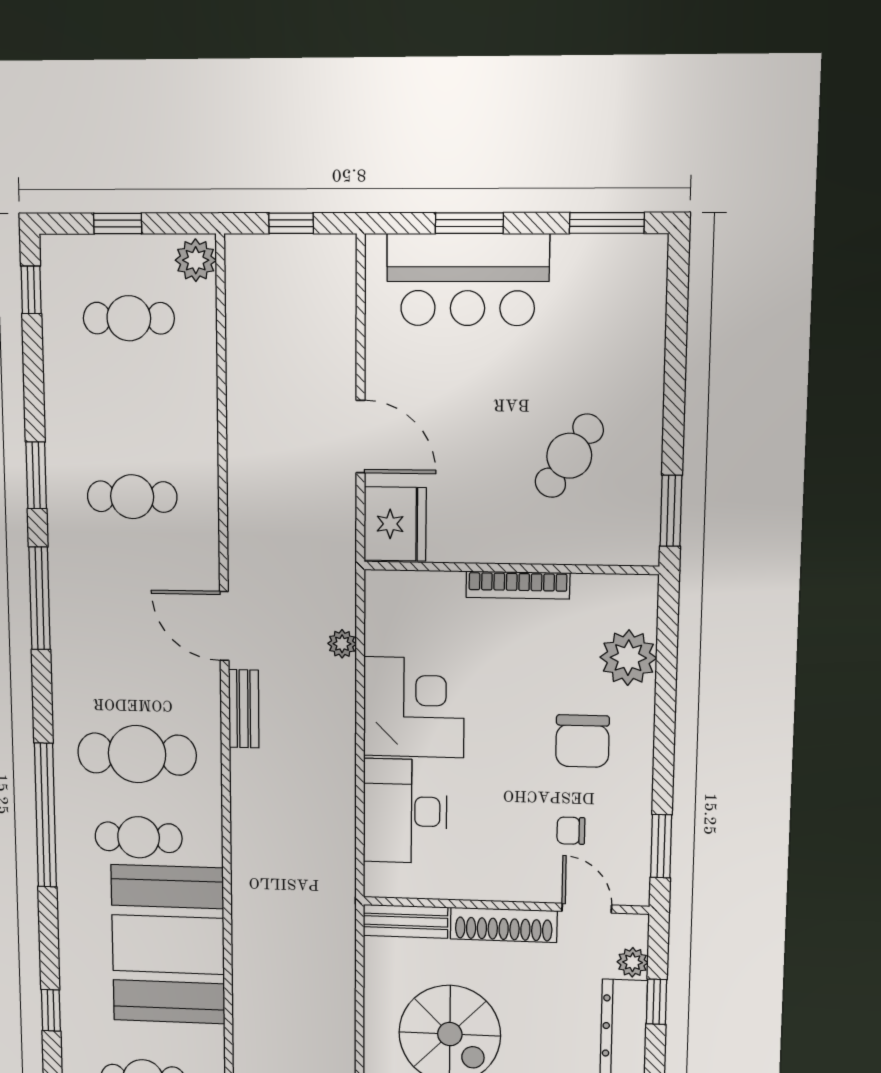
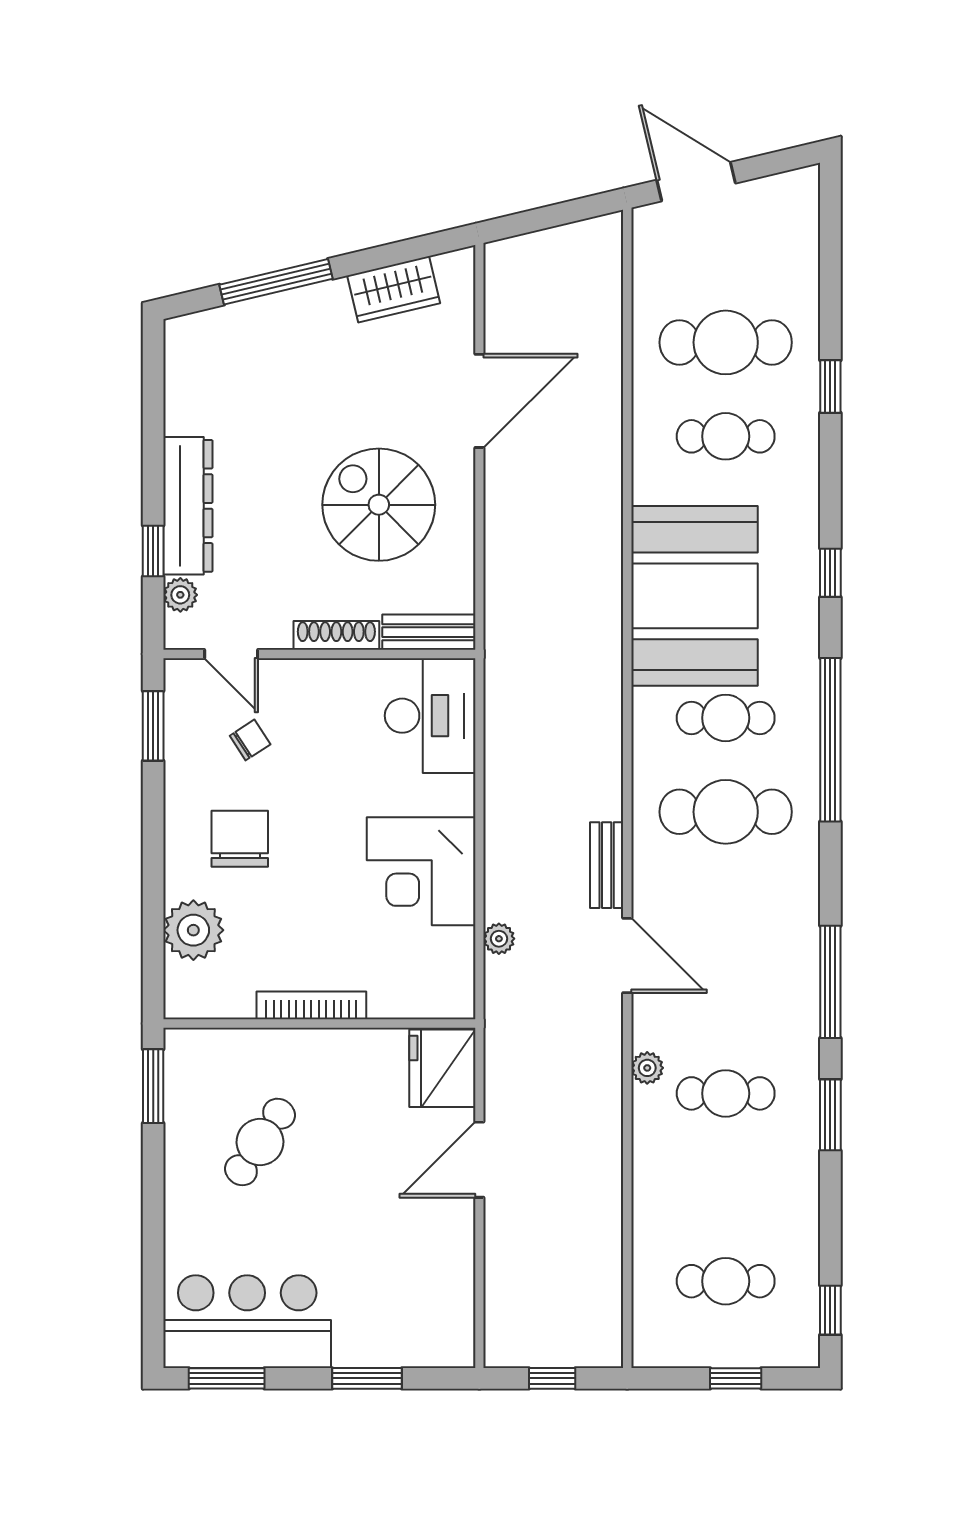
plant: (196, 260) -> (647, 1068), moved, width x0.73, depth x0.73
bar counter: (468, 280) -> (247, 1322), moved
door: (360, 437) -> (479, 1160), hinge flipped
desk: (405, 811) -> (430, 716), moved
chair: (571, 831) -> (250, 740), turned -33
shoe rack: (504, 925) -> (336, 635), width x0.74, depth x0.81
window: (51, 1010) -> (830, 573), moved

